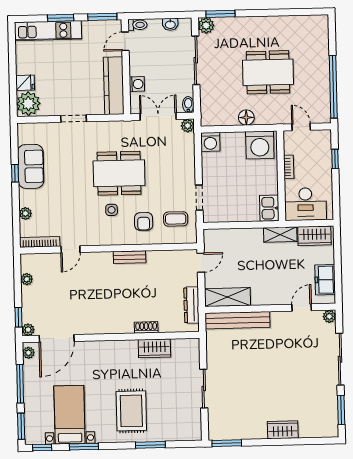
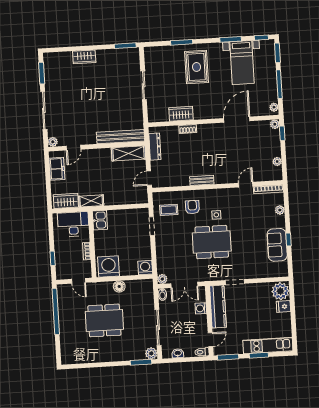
doorway: (74, 119) -> (235, 282), moved
door: (57, 338) -> (237, 120), moved

